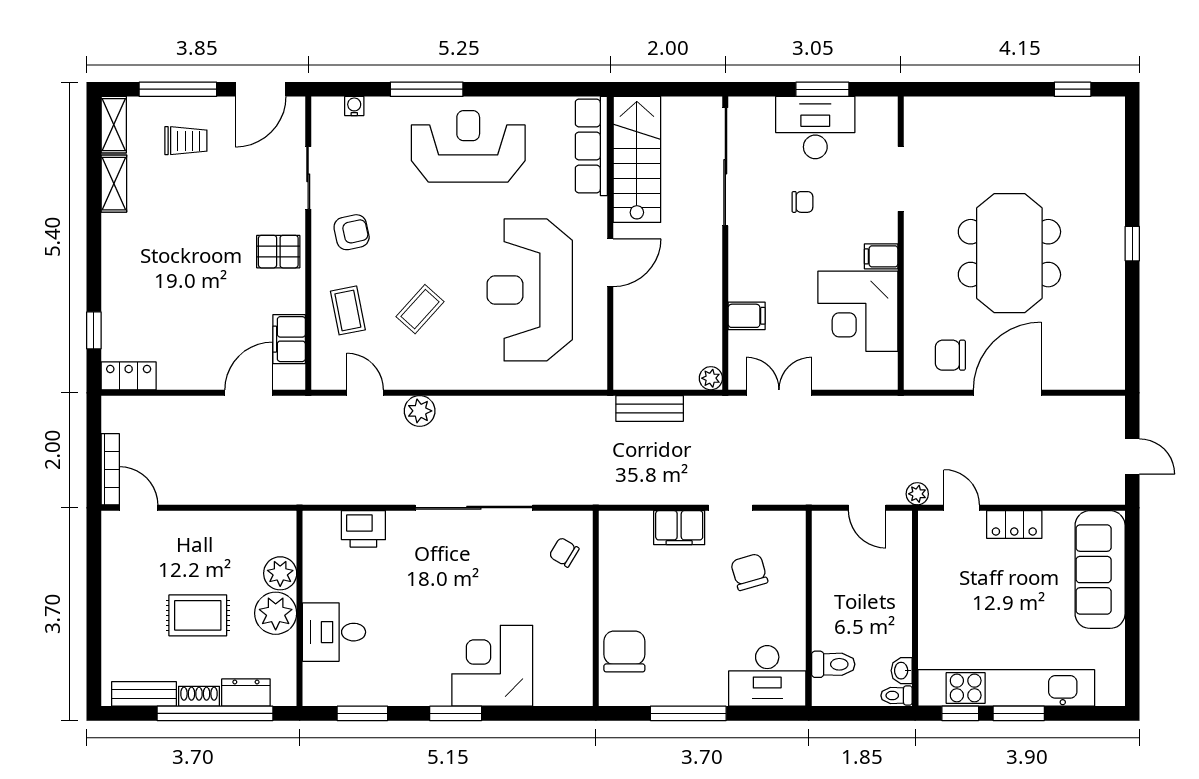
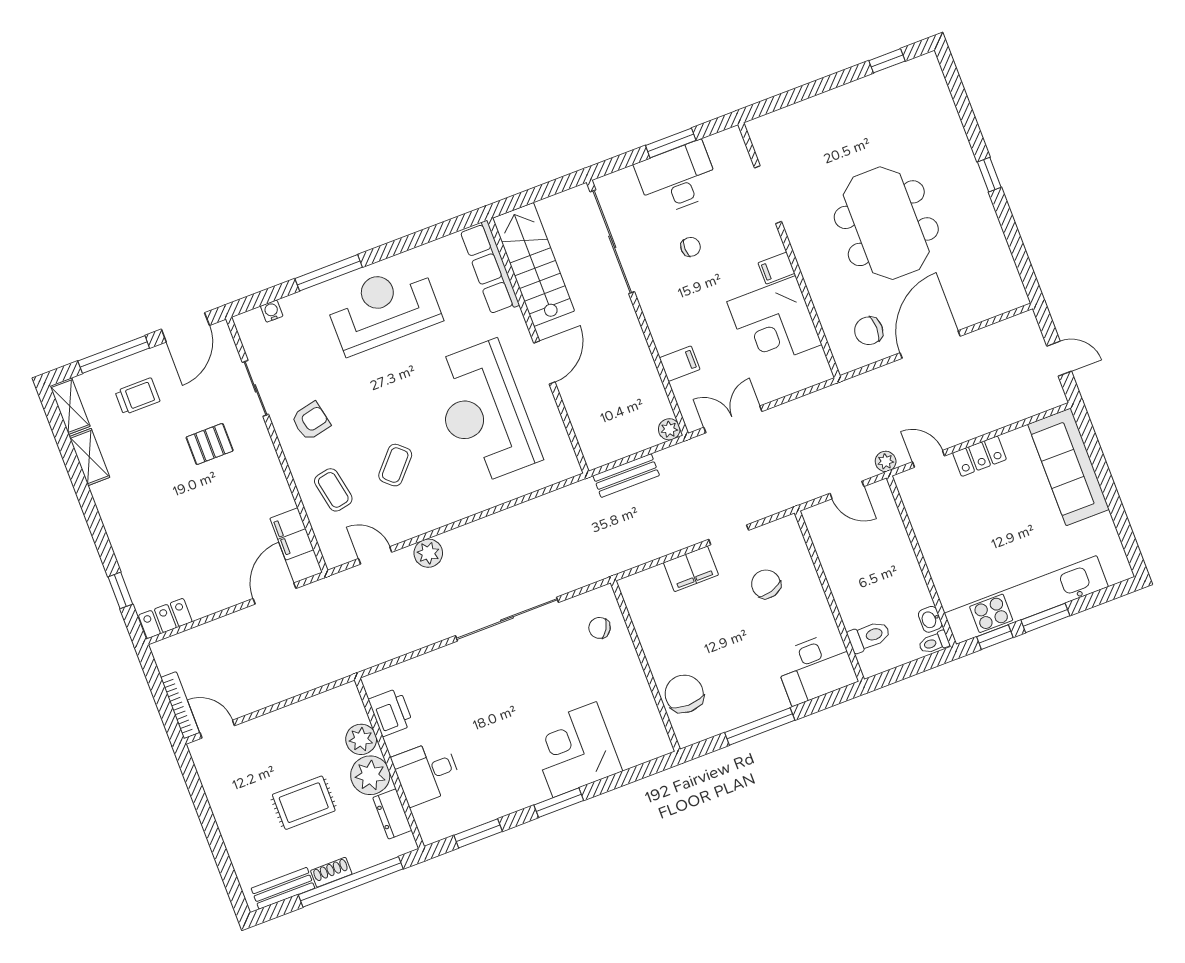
pallet: (278, 252) -> (210, 444), moved
printer: (363, 529) -> (391, 712), moved, turned -90
dresser: (246, 693) -> (392, 814), moved, turned -90

